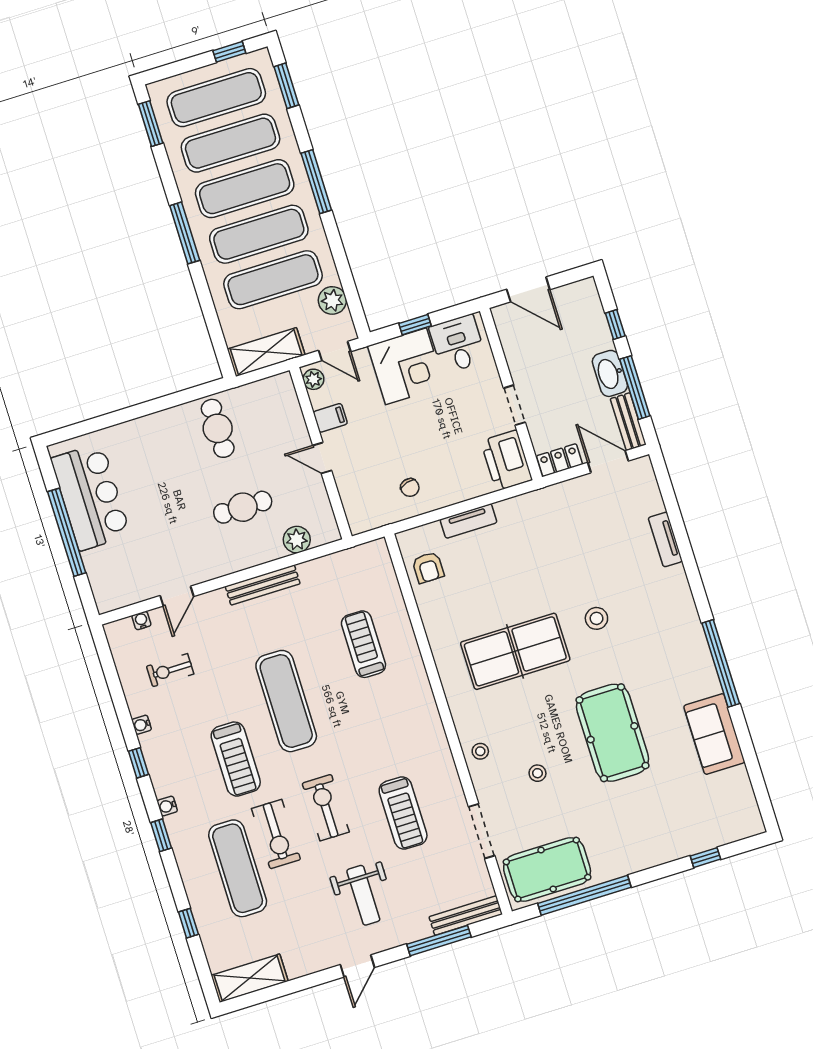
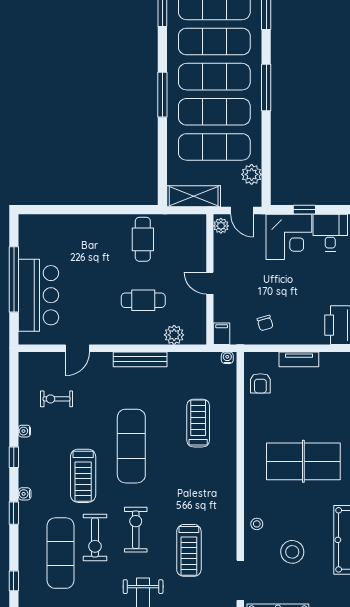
filing cabinet: (330, 418) -> (222, 334), moved, turned -90
bar counter: (91, 497) -> (38, 295), moved
water cooler: (141, 620) -> (227, 358), moved
stool: (537, 773) -> (292, 552), width x1.89, depth x1.89

